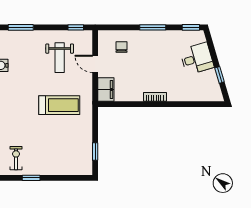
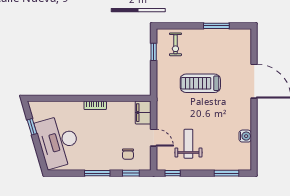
window: (191, 27) -> (131, 173), moved
desk: (197, 59) -> (58, 142), width x1.87, depth x1.30
treadmill: (59, 105) -> (200, 83), moved
exercise bike: (16, 158) -> (175, 44), moved
window: (31, 178) -> (216, 26), width x1.50

